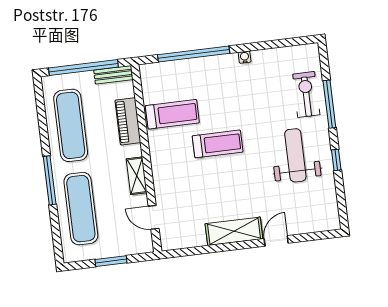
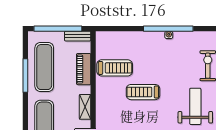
window: (194, 54) -> (168, 29), moved
treadmill: (218, 144) -> (143, 92), turned 180
window: (50, 180) -> (25, 76), moved

